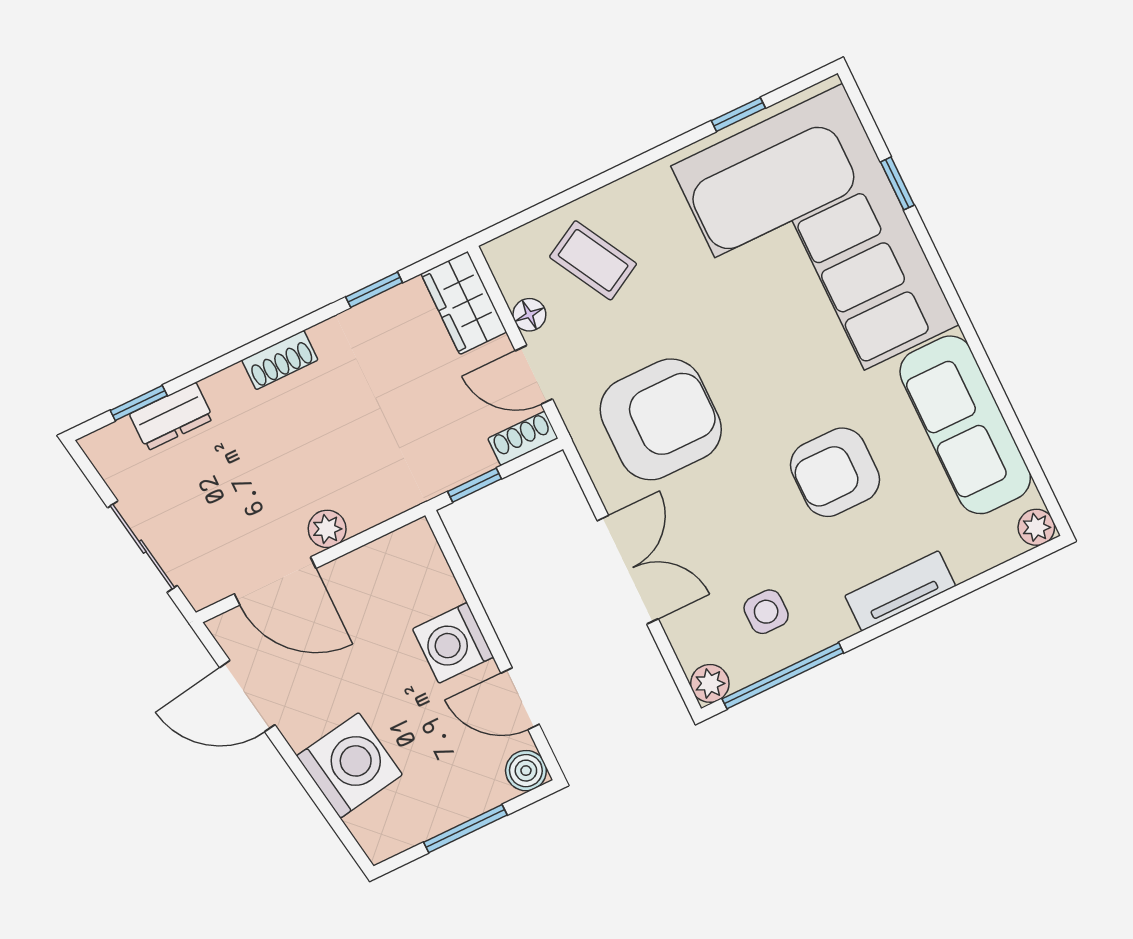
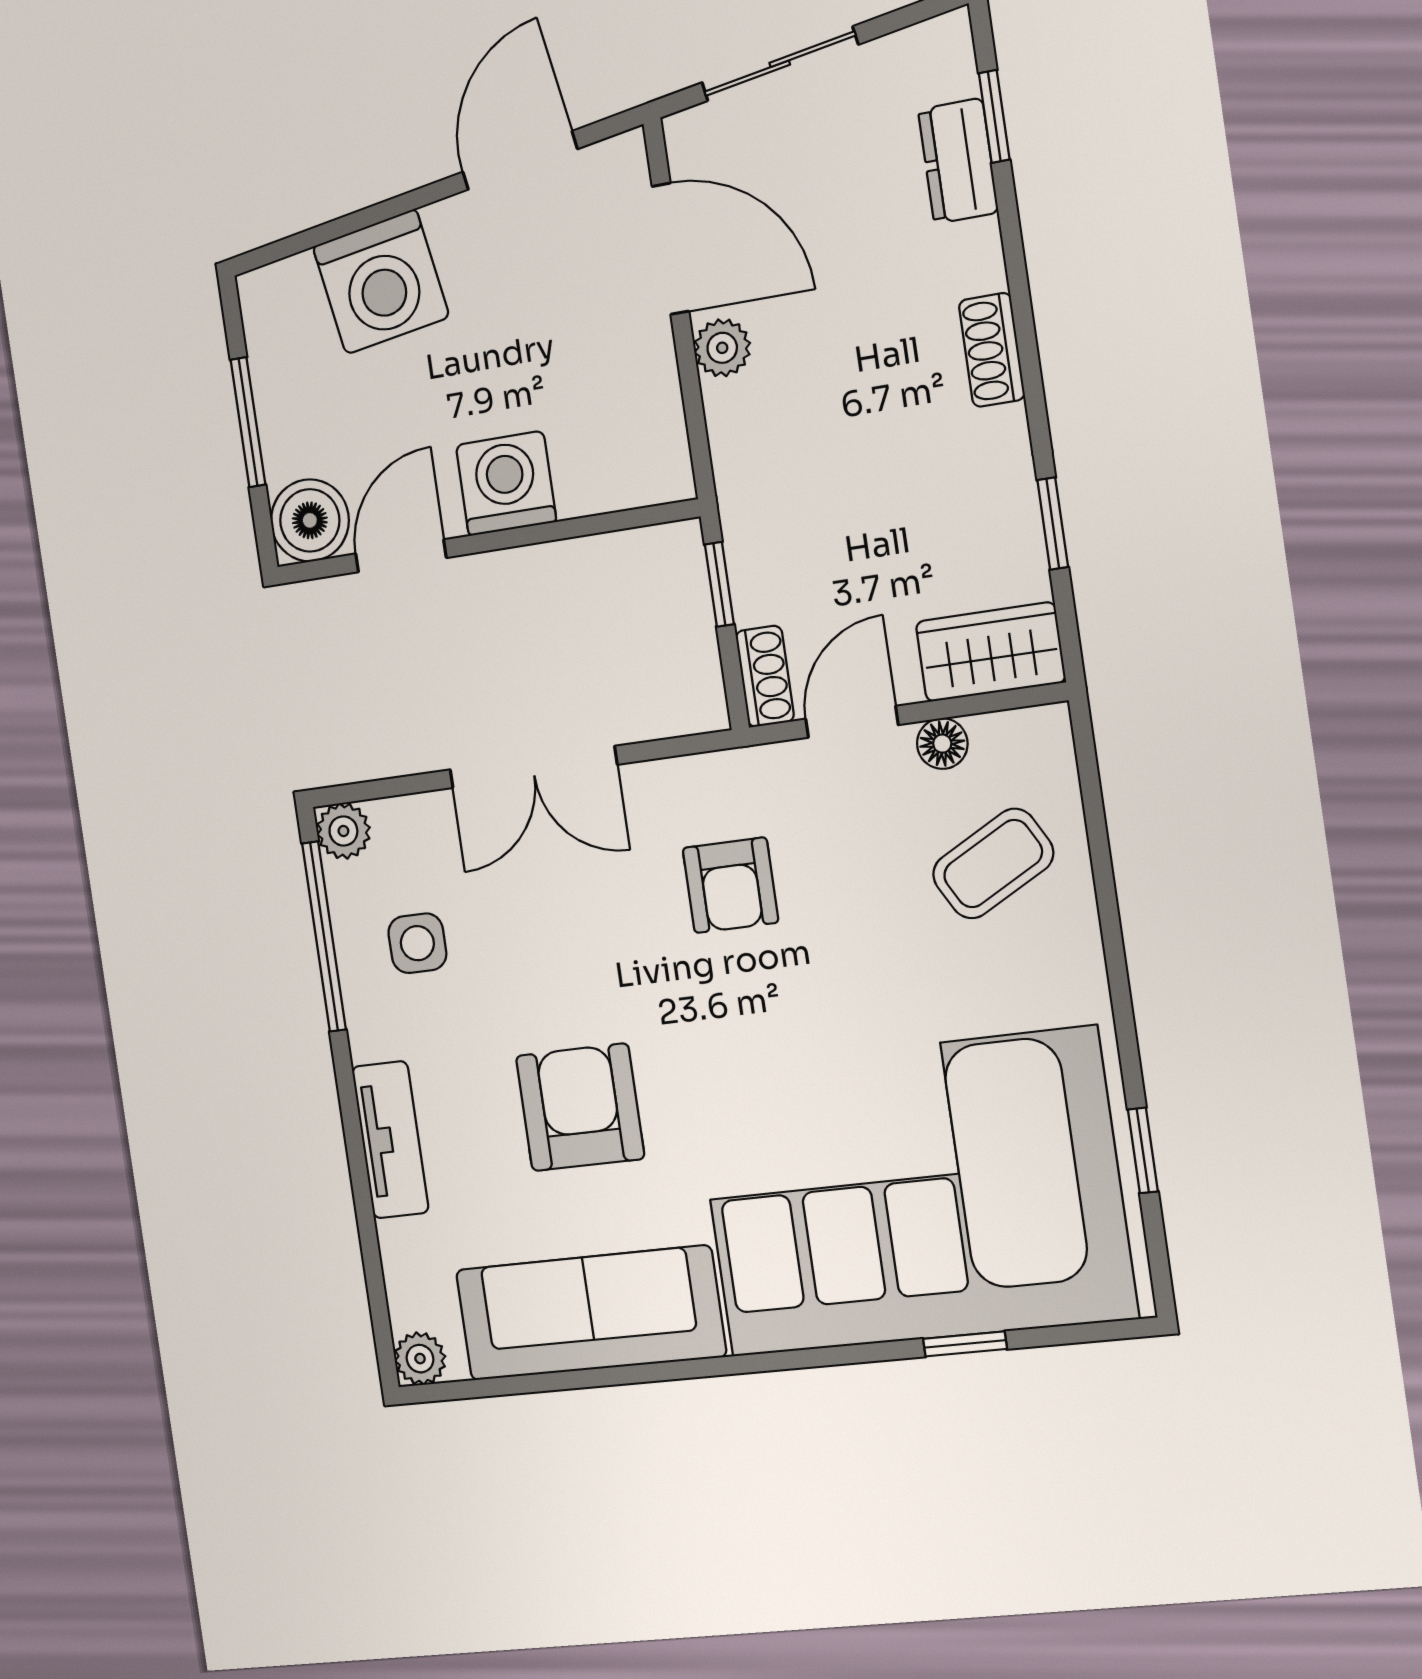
armchair: (661, 419) -> (730, 885), width x0.53, depth x0.53
door: (275, 581) -> (670, 249), swing flipped
boiler: (526, 771) -> (310, 520), width x1.36, depth x1.36

